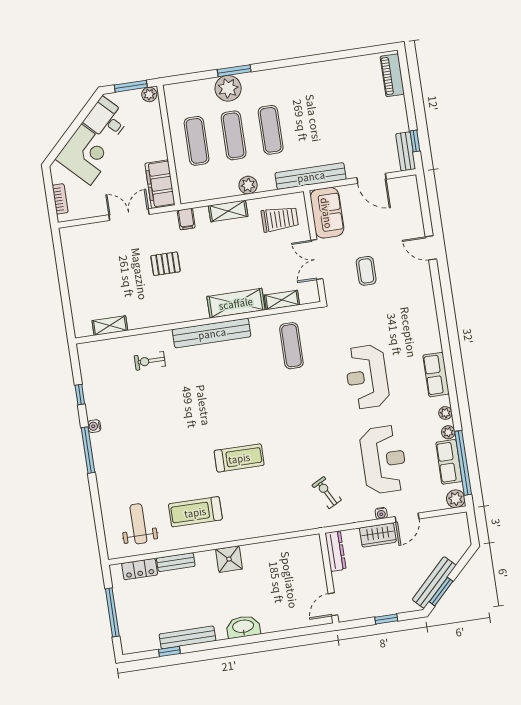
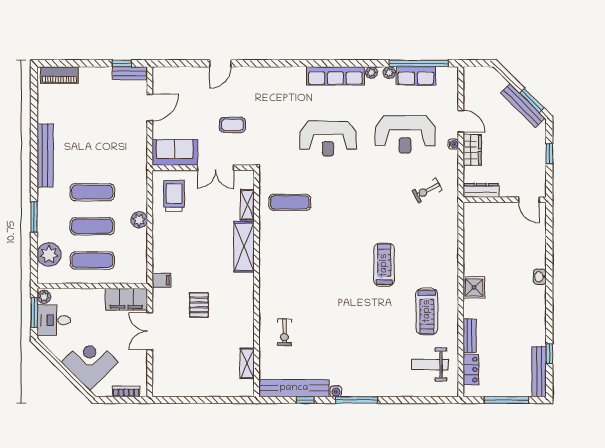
plant: (228, 88) -> (49, 254), moved
desk: (107, 120) -> (54, 320), moved, turned 45
bench: (311, 176) -> (45, 156), moved
shelving: (228, 211) -> (160, 241), removed
bench: (212, 333) -> (294, 388), moved, turned 90
row of seats: (436, 375) -> (335, 76), width x1.48
reception desk: (384, 460) -> (405, 135), turned 180
plant: (456, 499) -> (450, 75), removed
washbasin: (243, 627) -> (540, 277), width x0.52, depth x0.69
bench: (187, 637) -> (539, 372), moved

